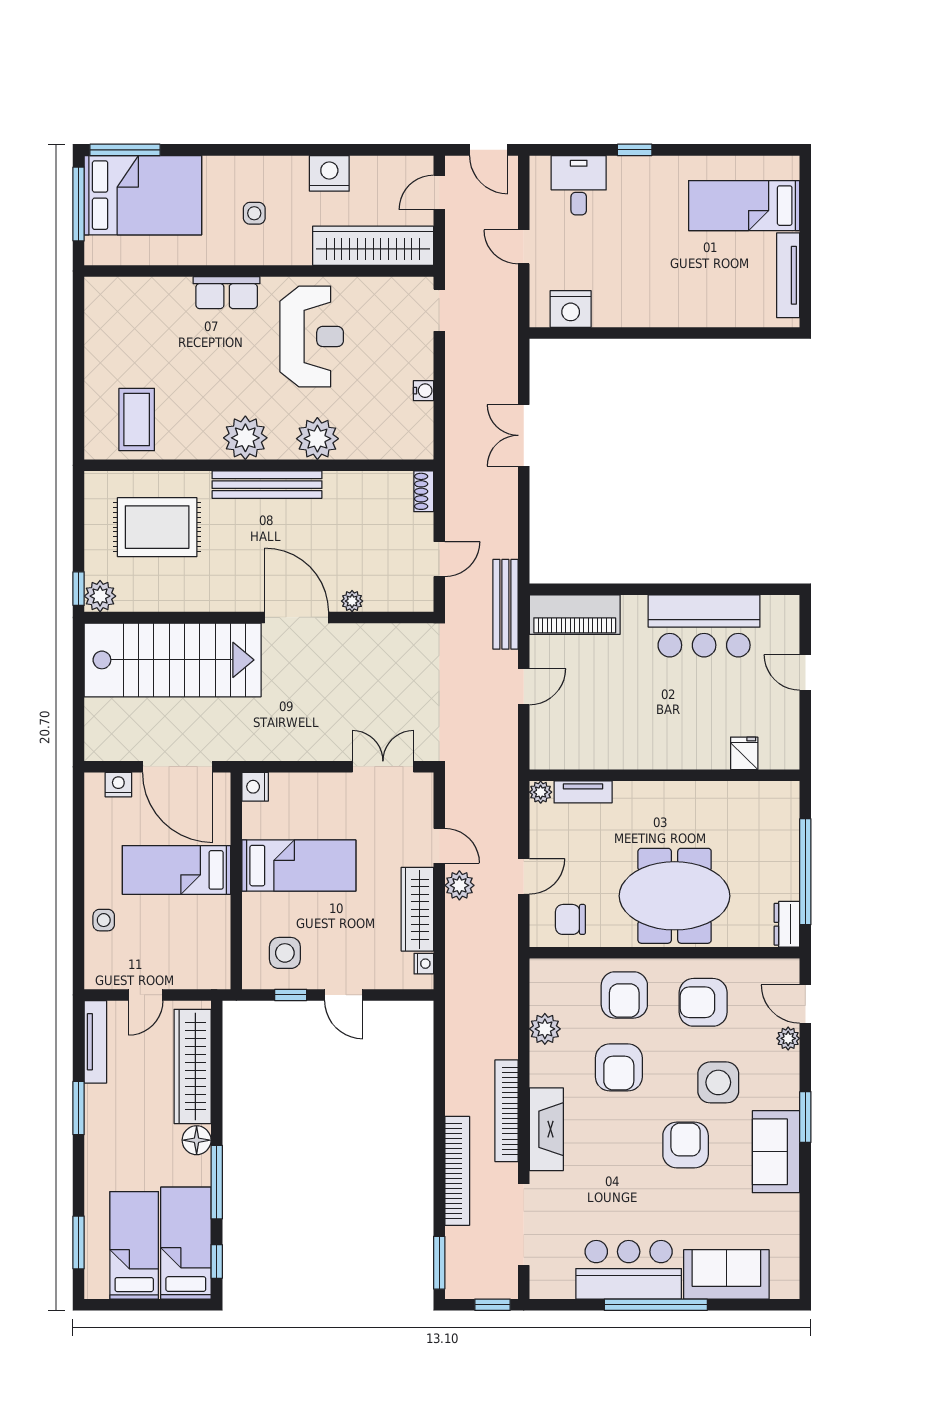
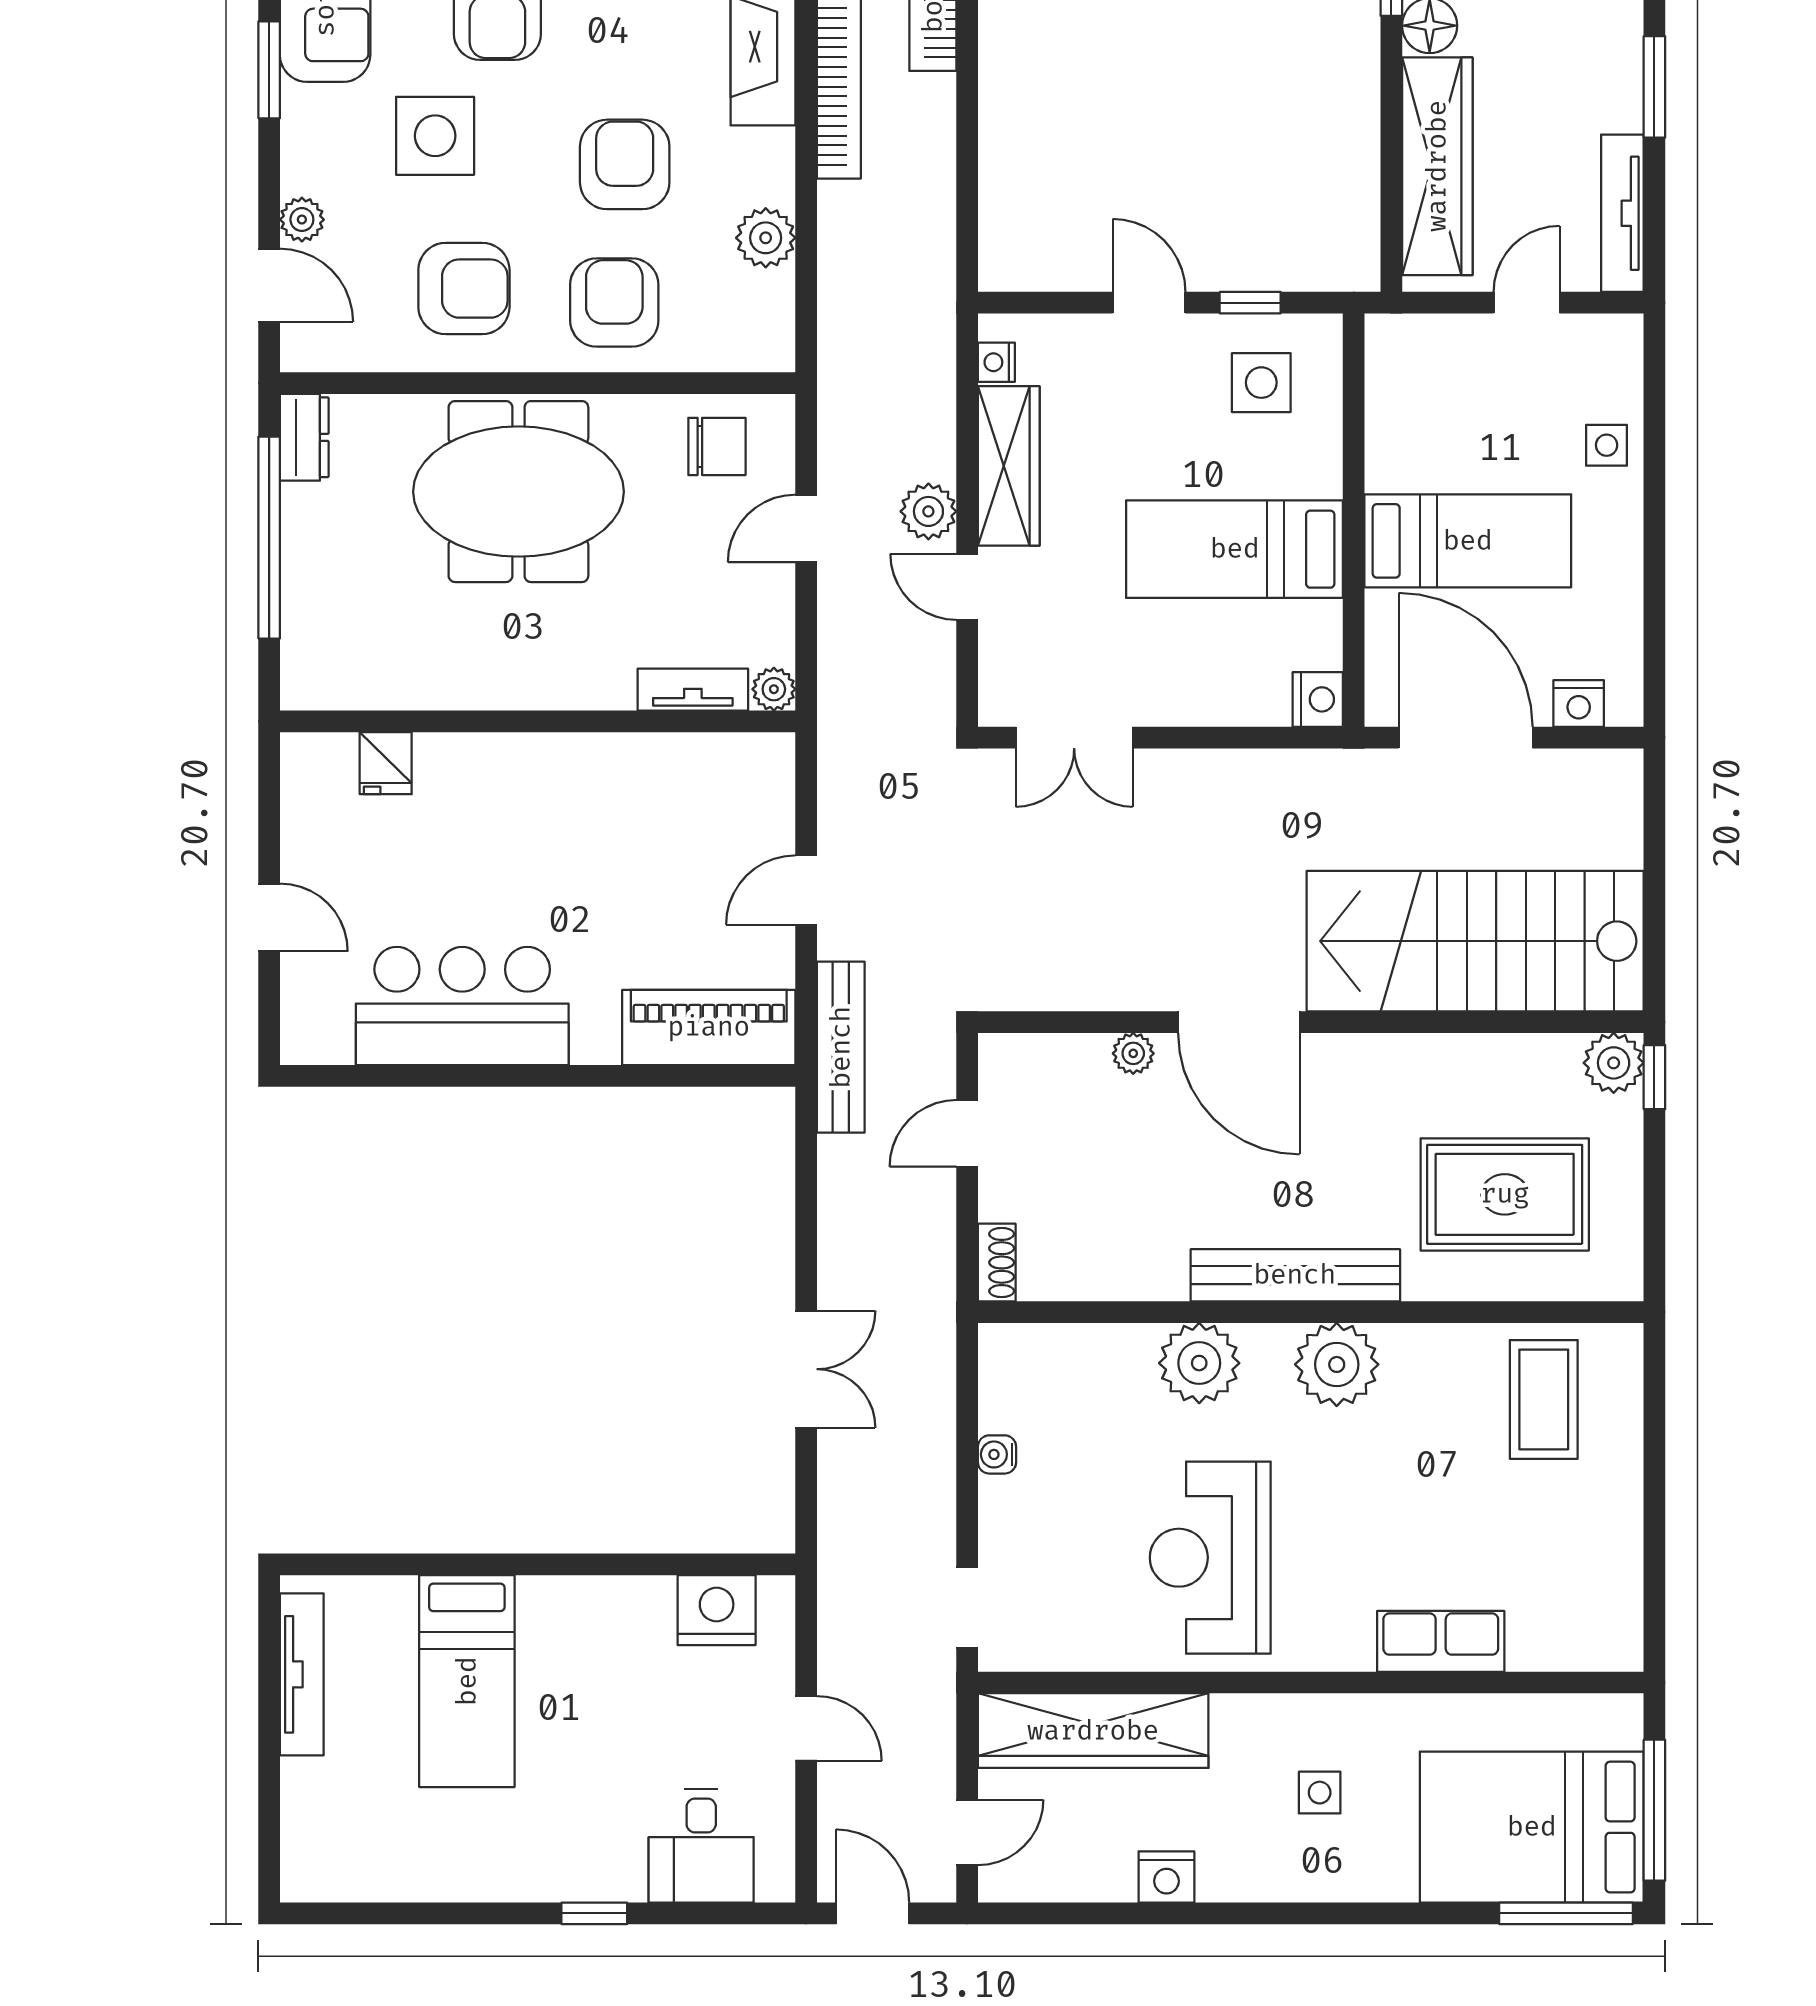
nightstand: (329, 173) -> (1166, 1877), width x0.74, depth x0.75
bed: (744, 206) -> (467, 1681), moved, turned 90
row of seats: (227, 293) -> (1441, 1641), moved

